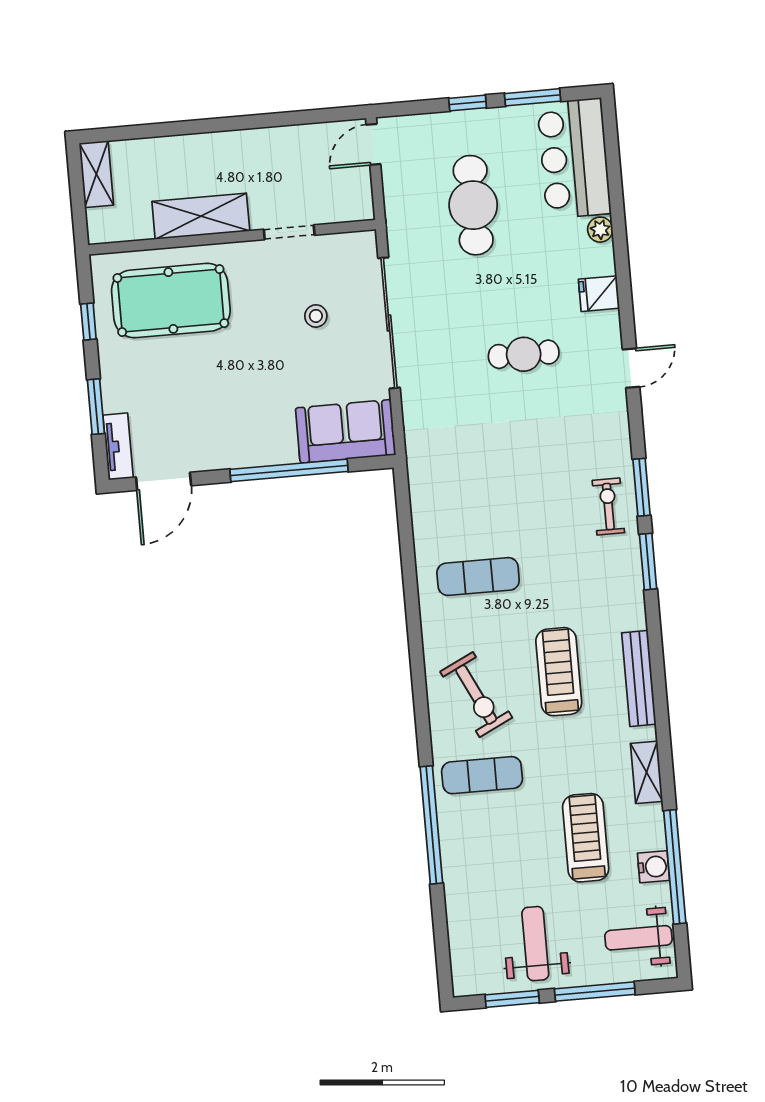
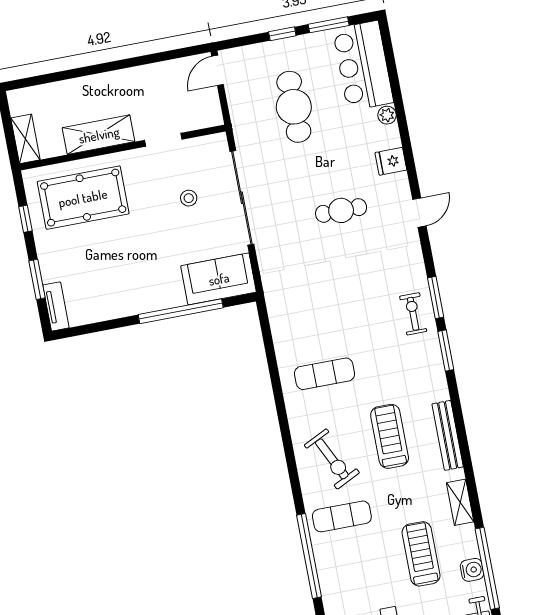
shelving: (96, 174) -> (25, 139), moved
door: (164, 481) -> (91, 328), removed

